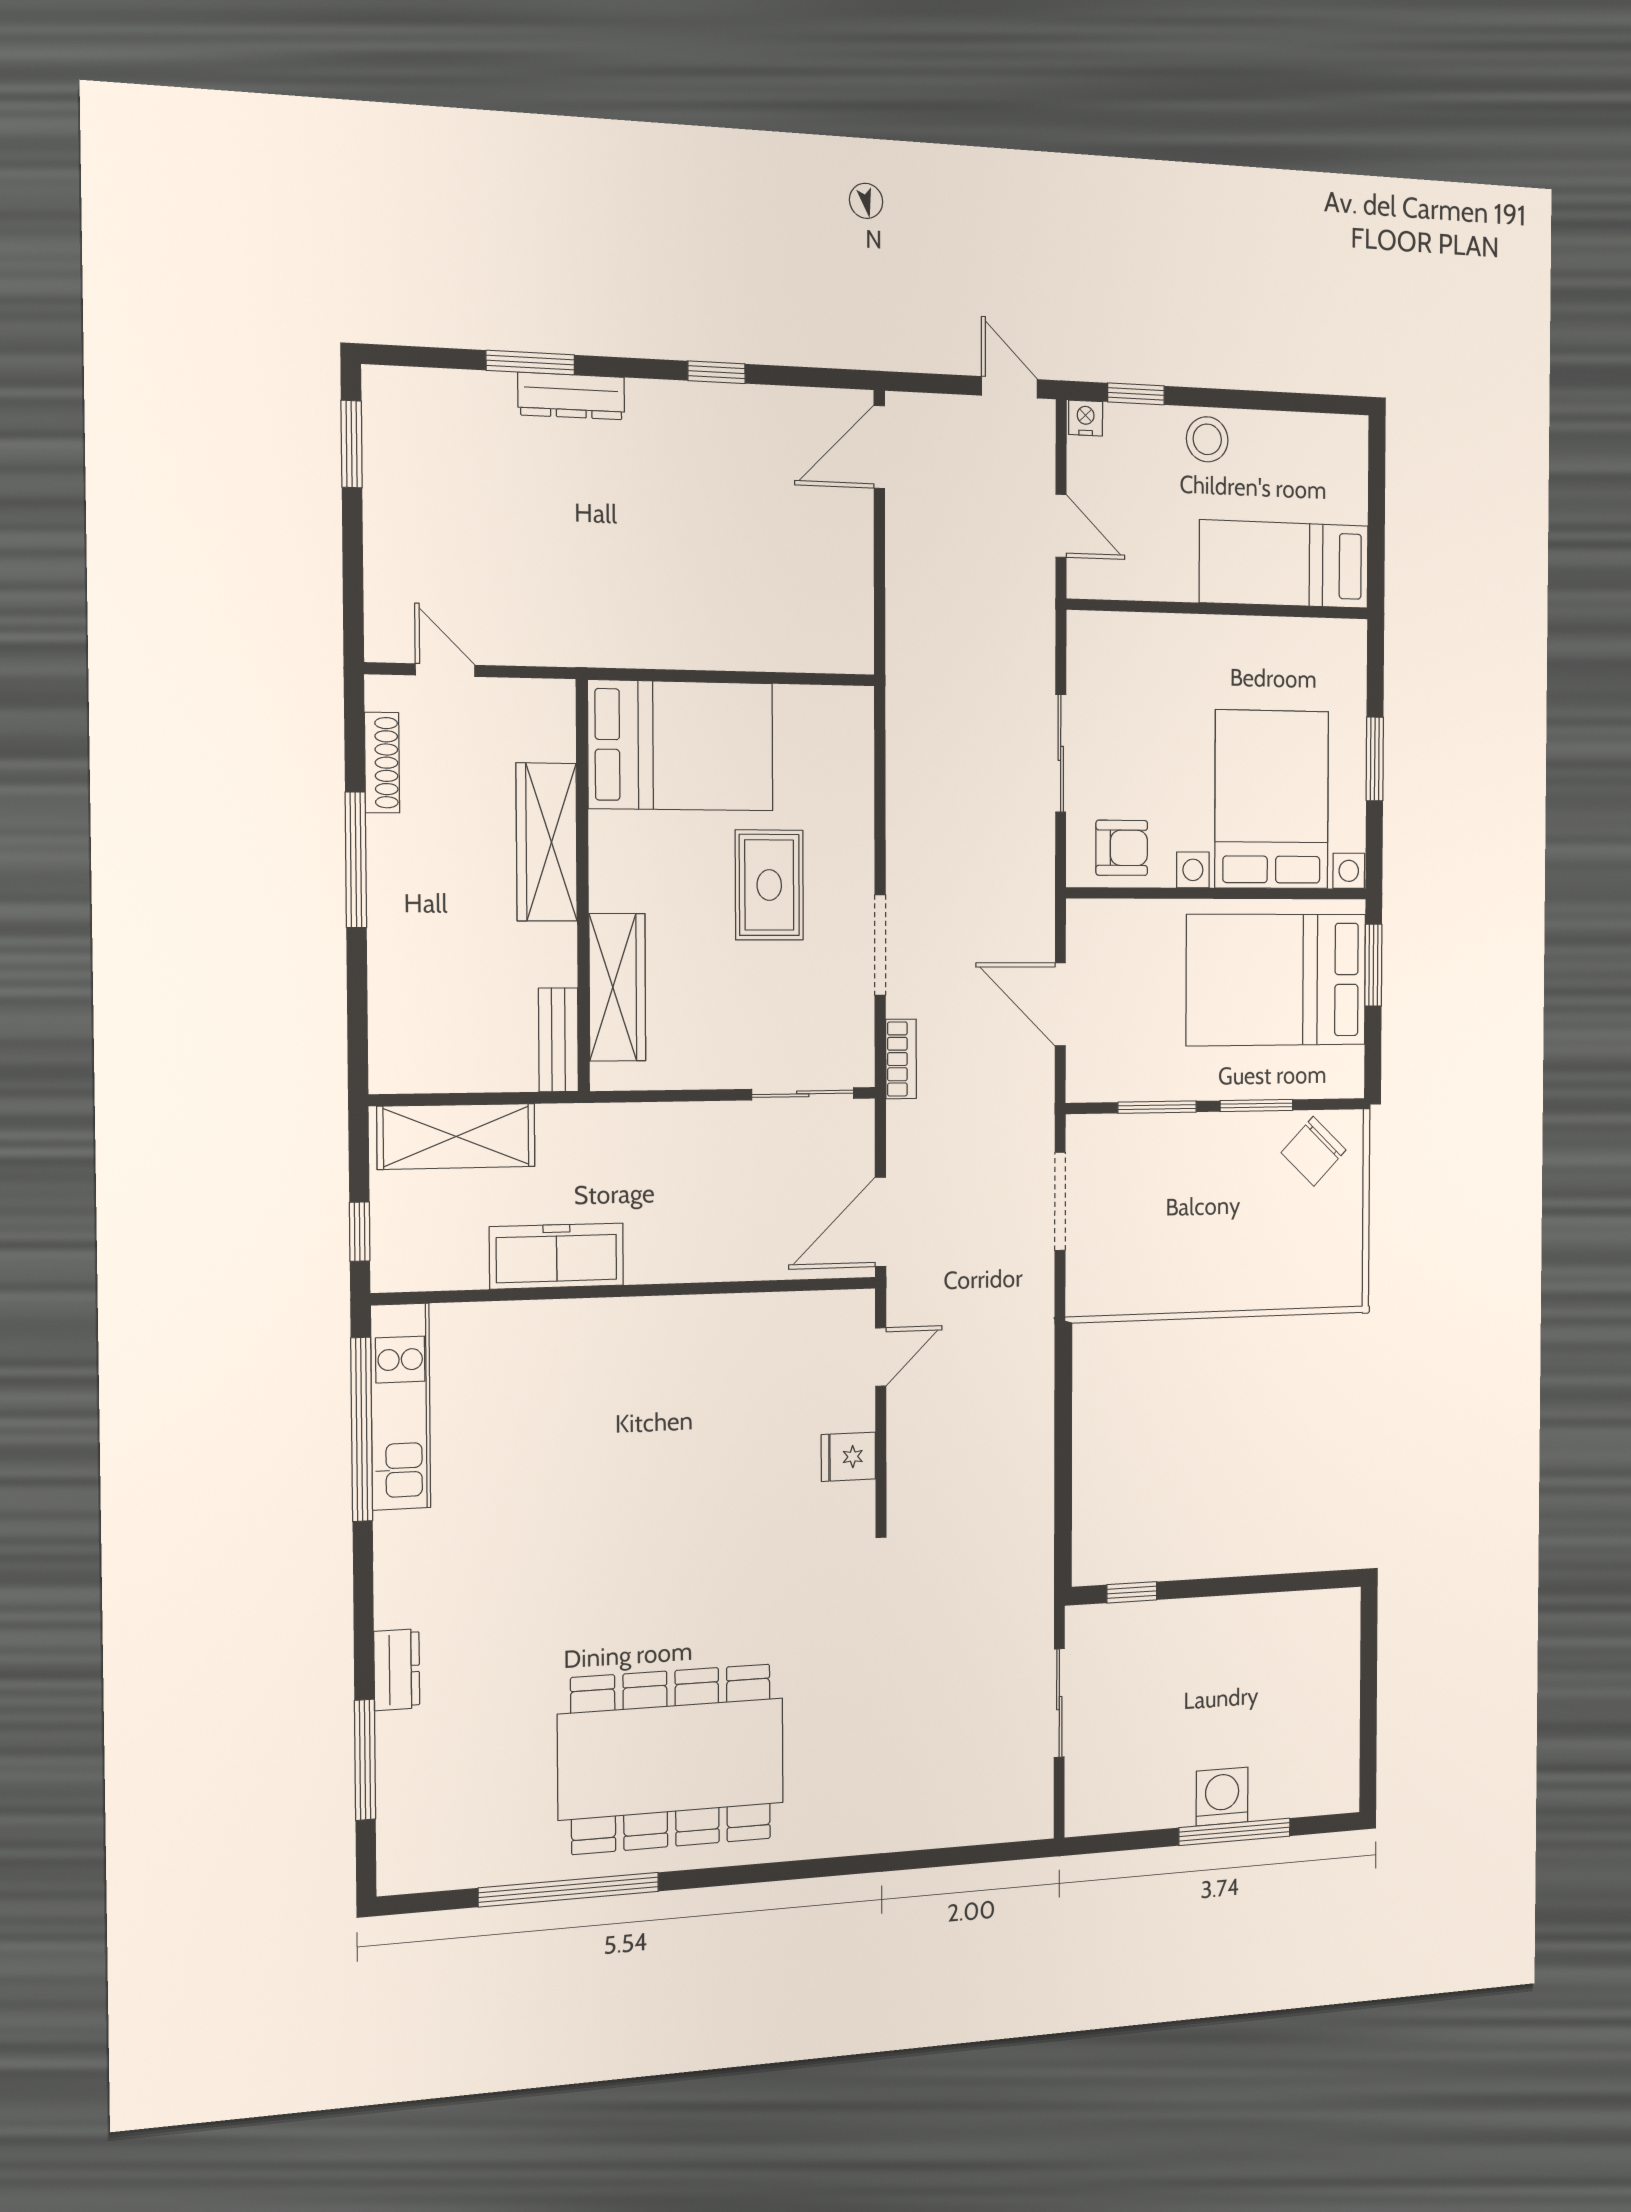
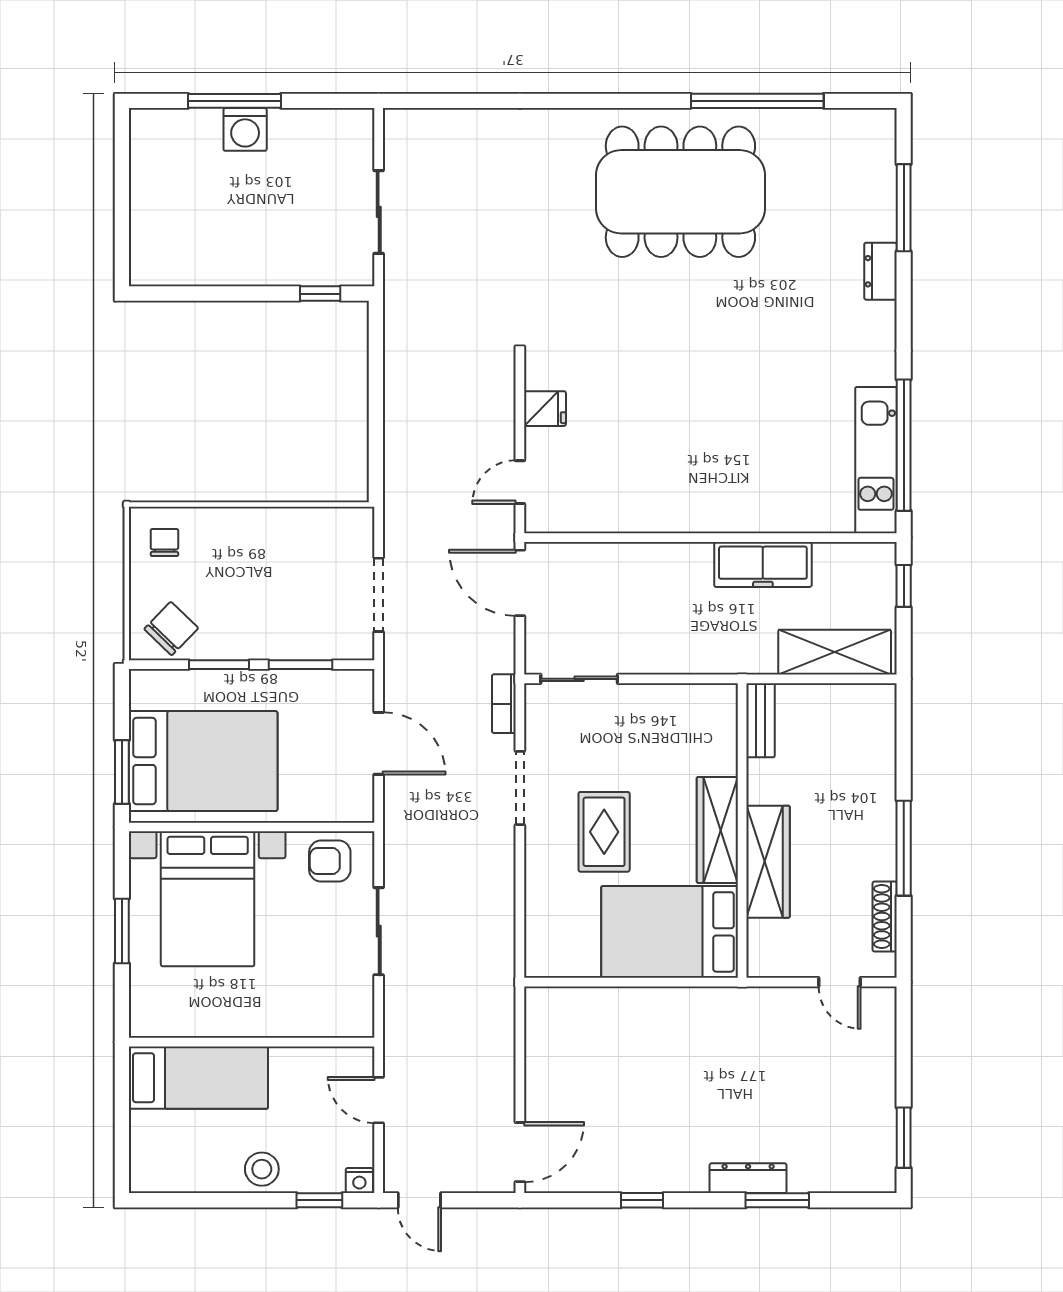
wardrobe: (617, 987) -> (717, 830), moved
door: (881, 1222) -> (520, 583), swing flipped
chair: (1321, 1262) -> (164, 542), added

